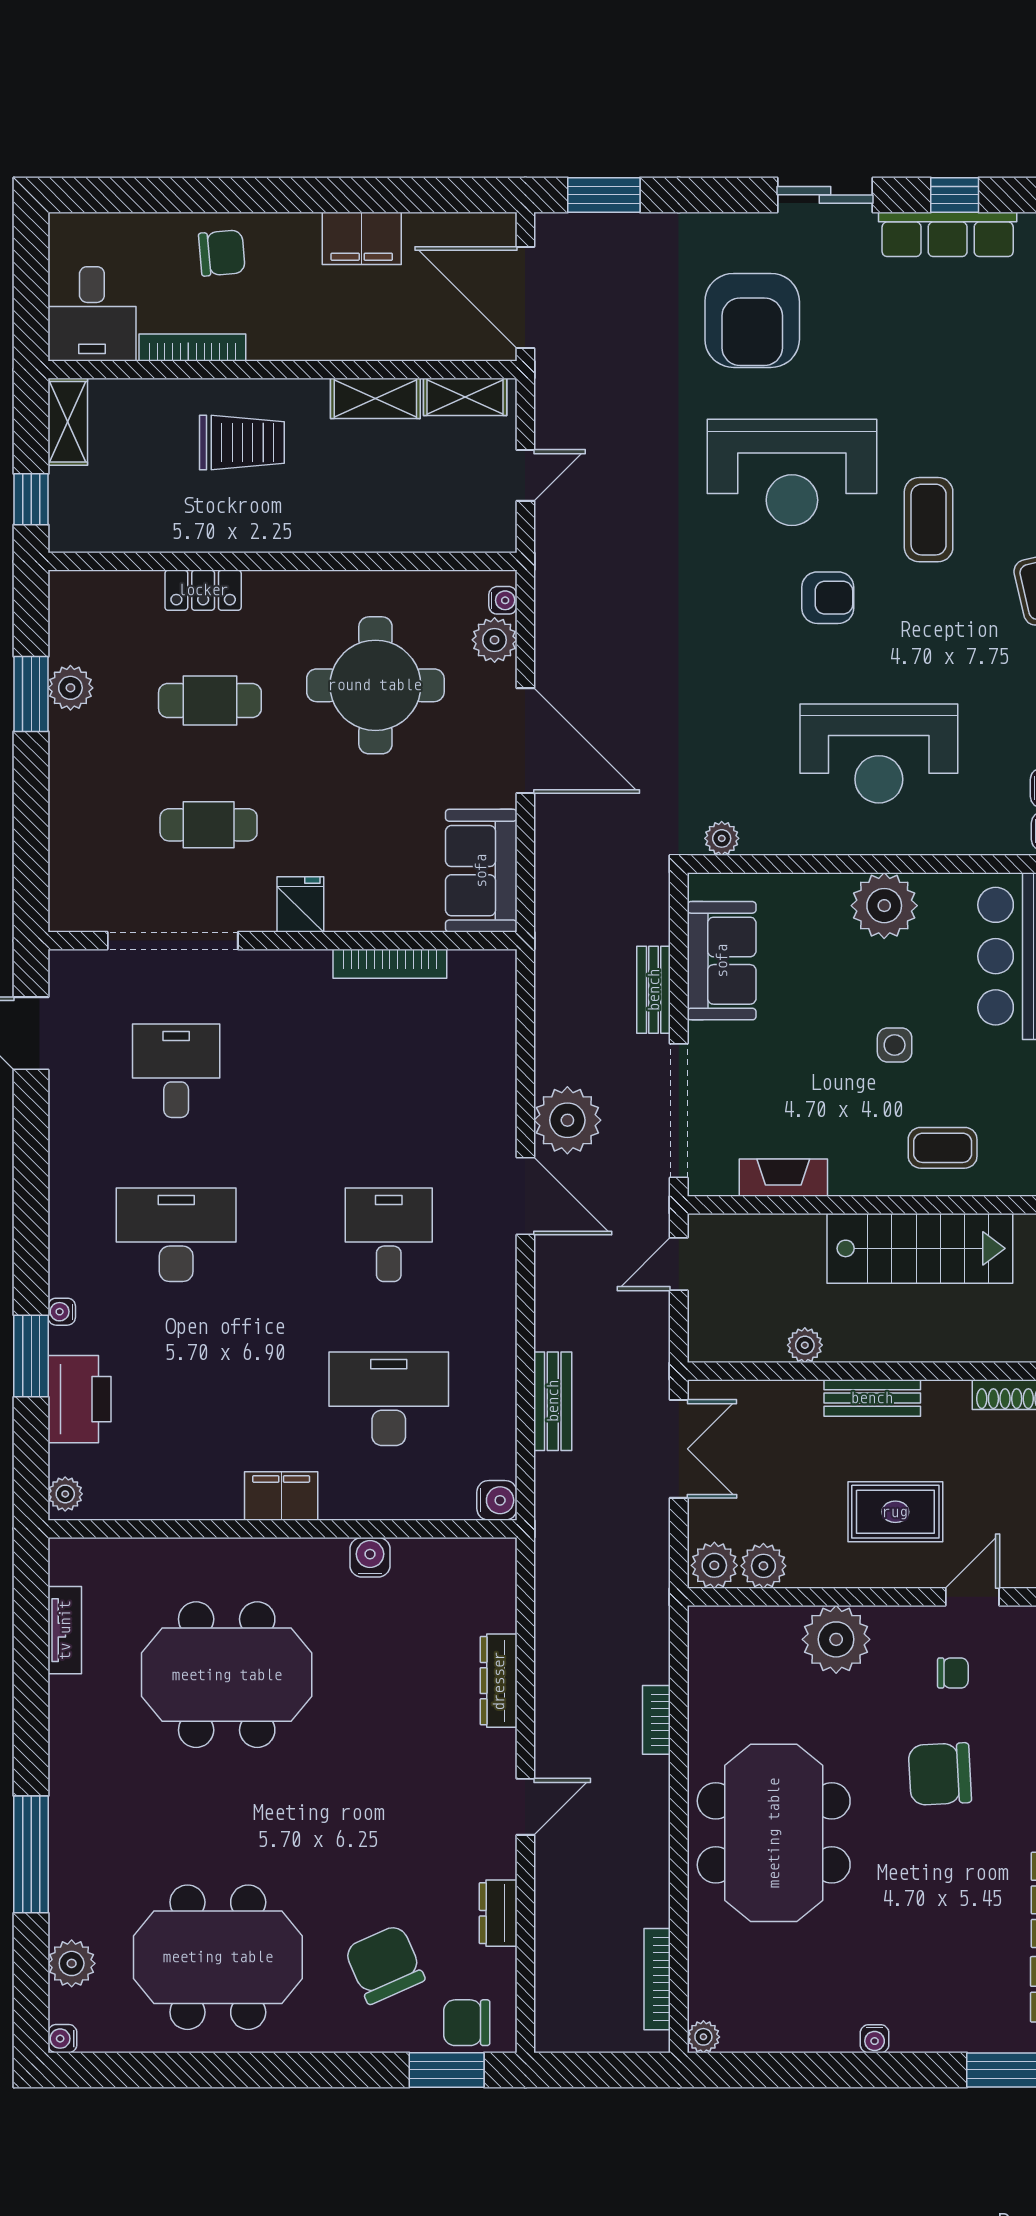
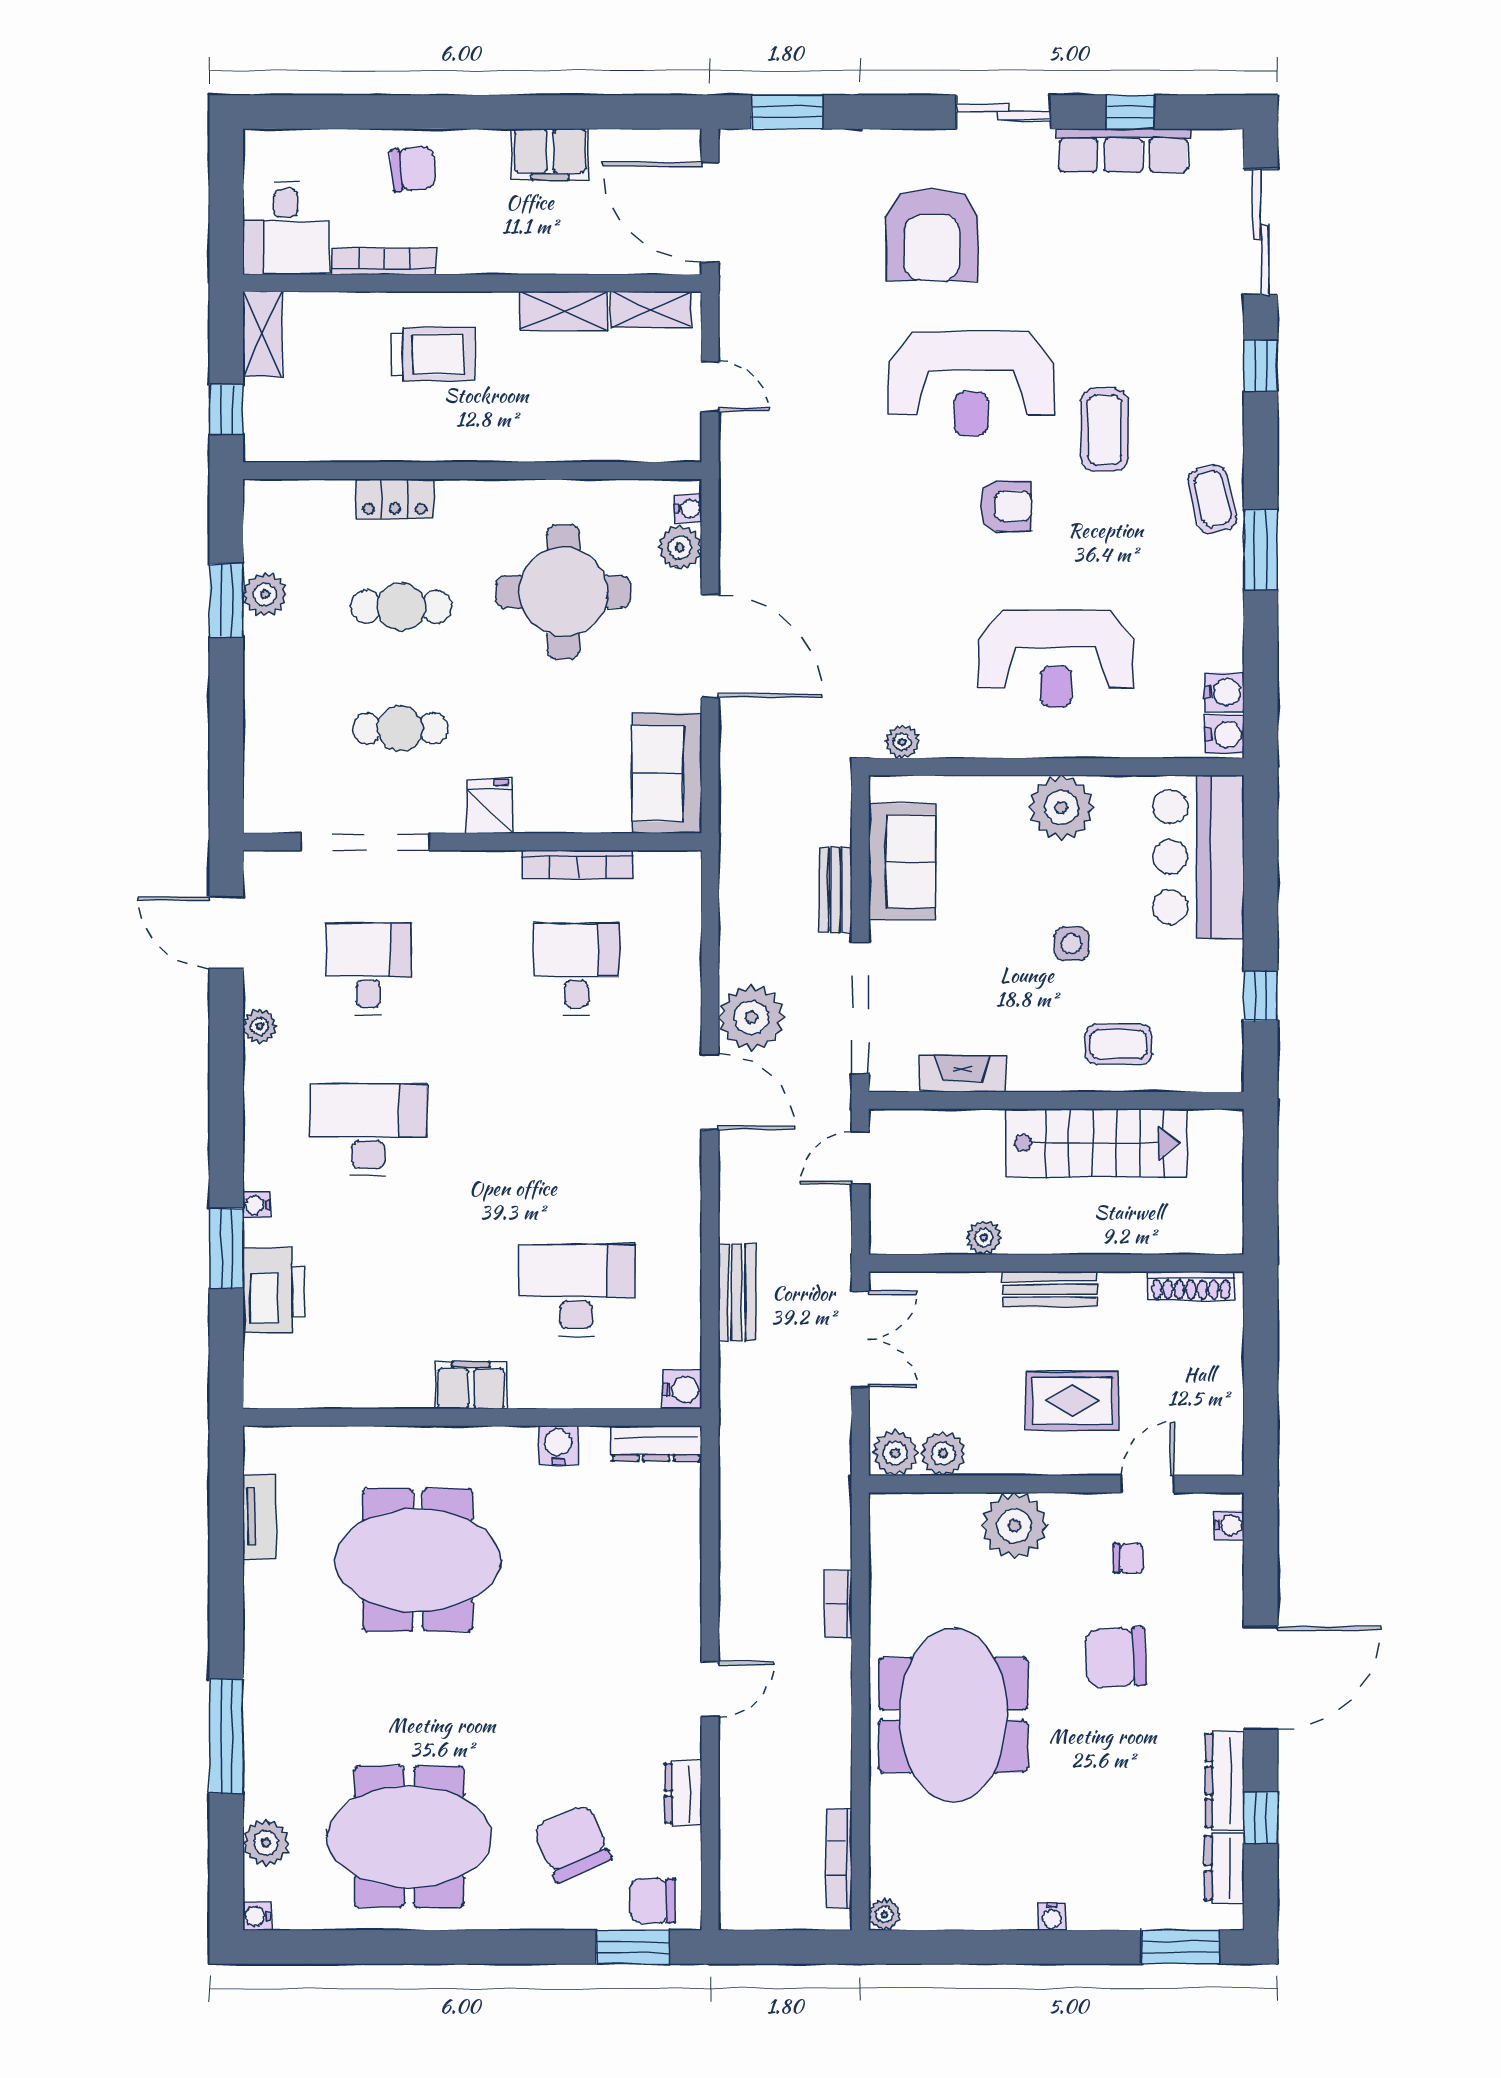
door: (525, 475) -> (710, 386), hinge flipped
desk: (389, 1235) -> (576, 969), moved
plant: (65, 1494) -> (260, 1026), moved
dresser: (499, 1681) -> (656, 1444), moved, turned -90

